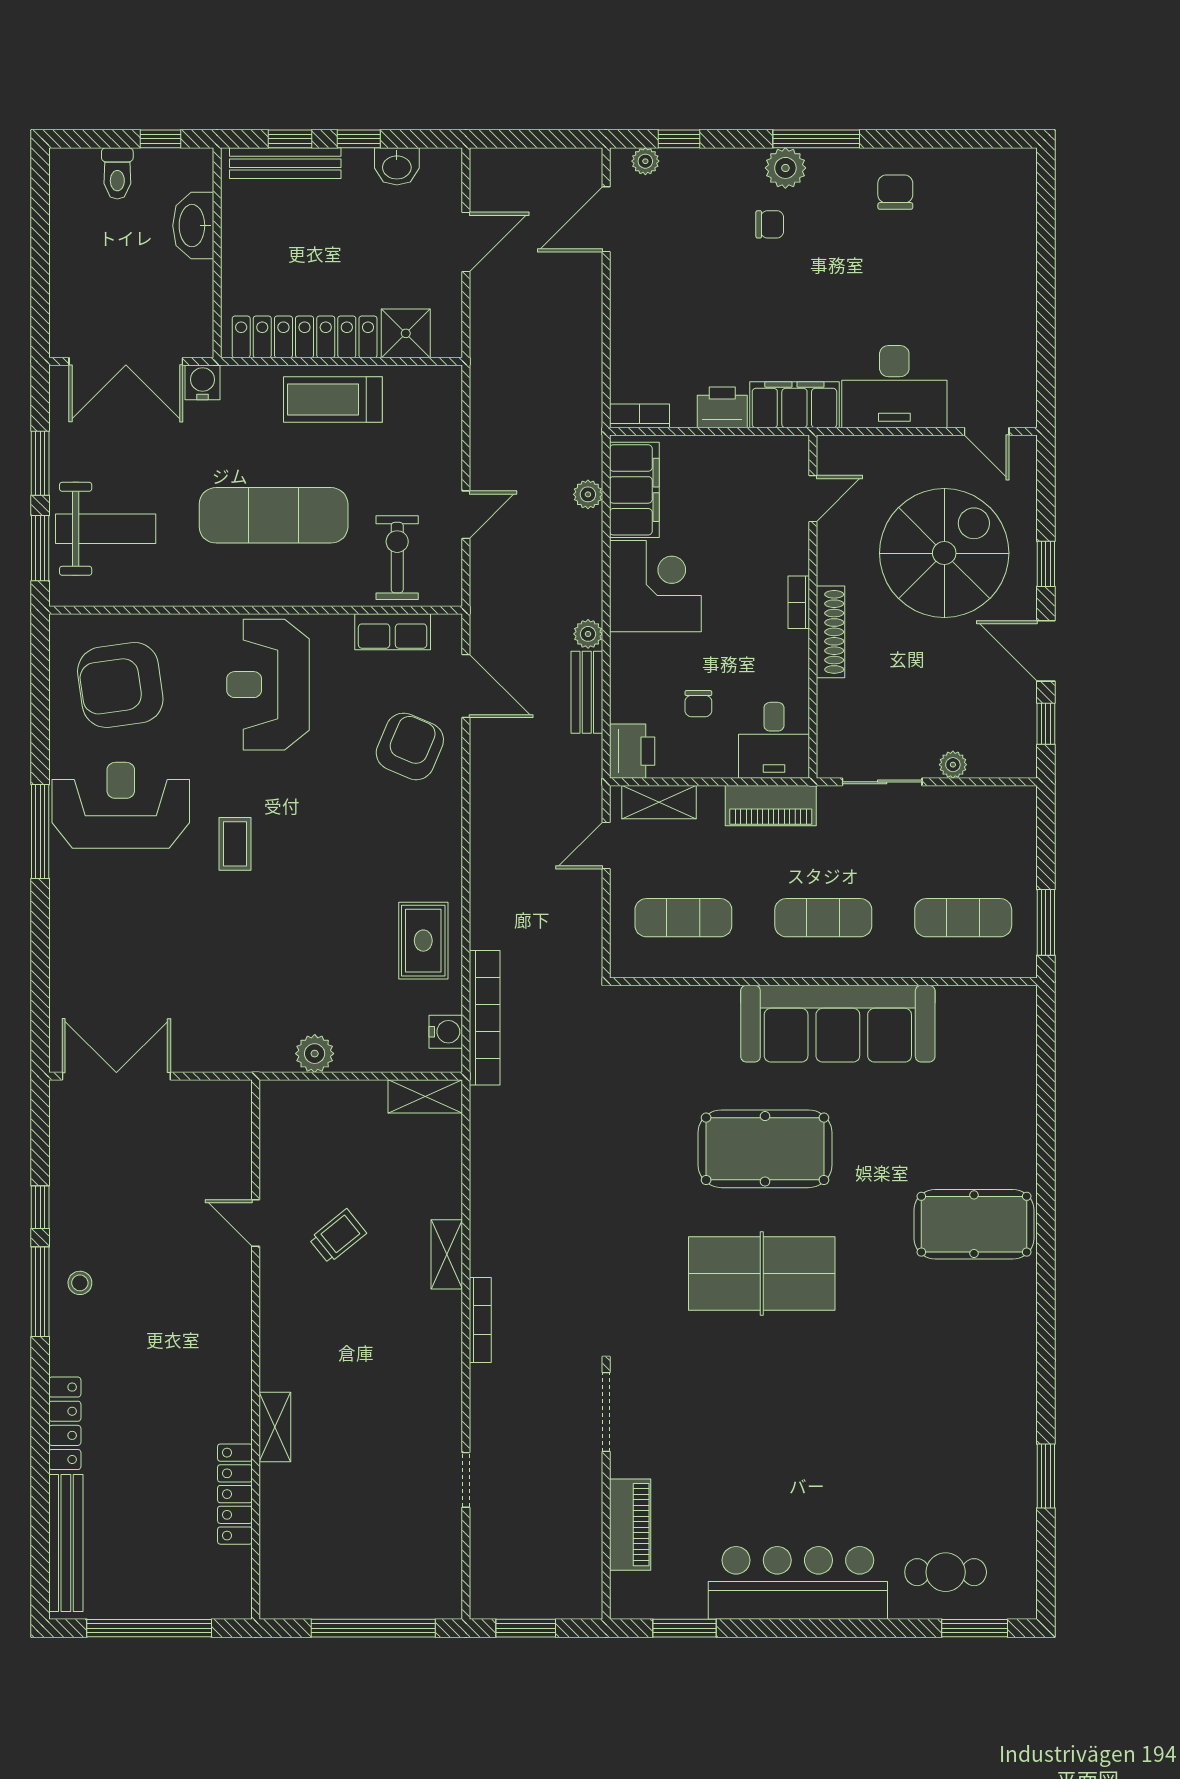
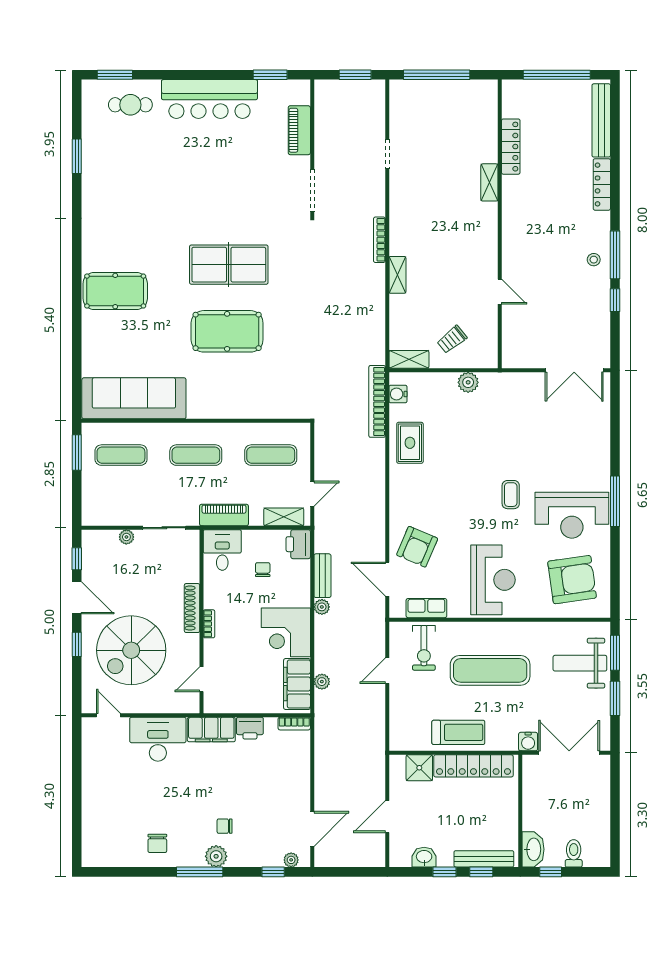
washbasin: (193, 226) -> (533, 849), moved
sofa: (838, 1024) -> (134, 398), moved
trolley: (338, 1236) -> (452, 339), moved

